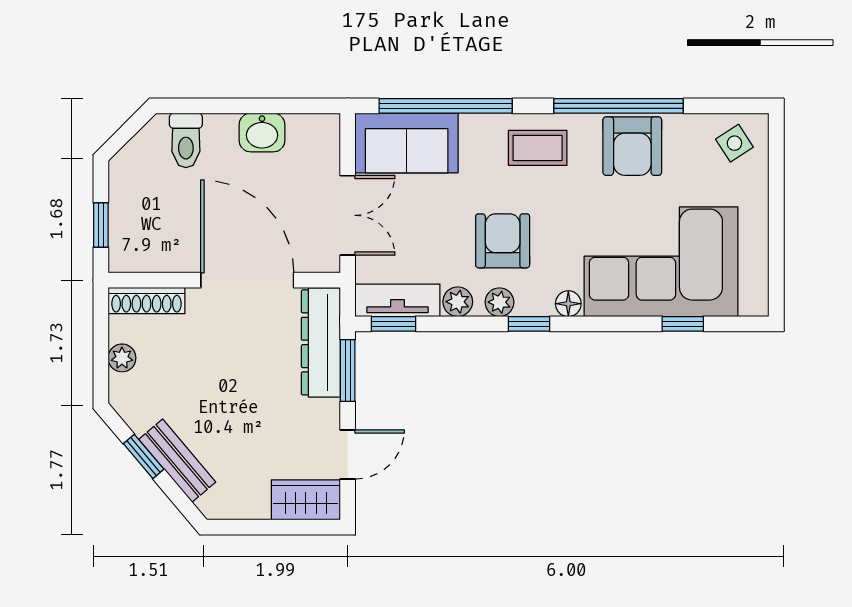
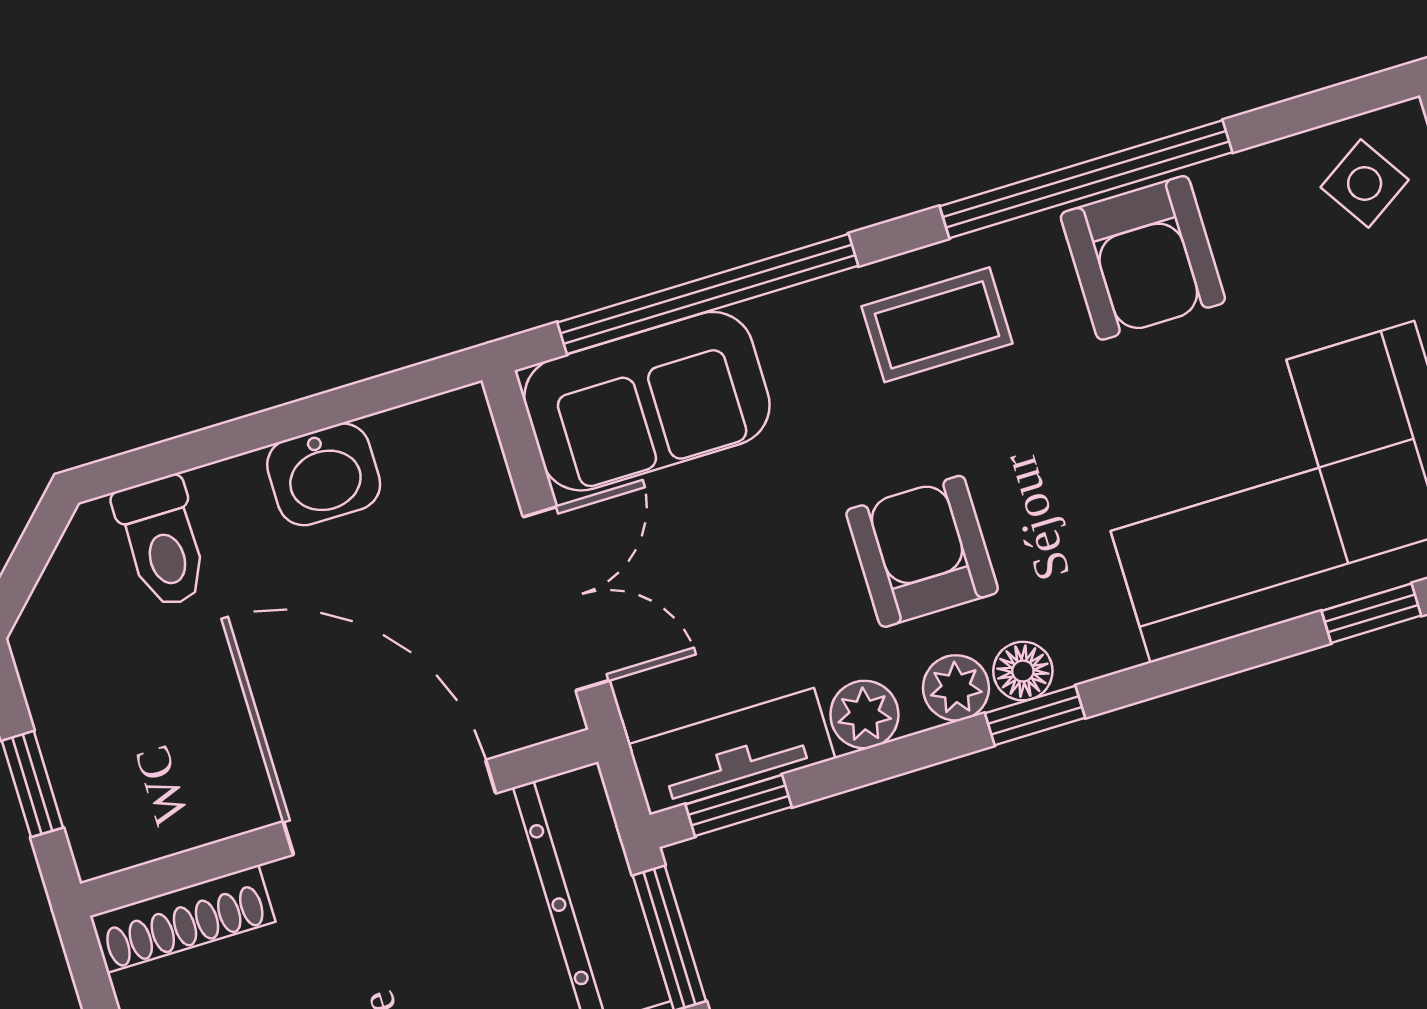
floor lamp: (568, 304) -> (1023, 671), moved

